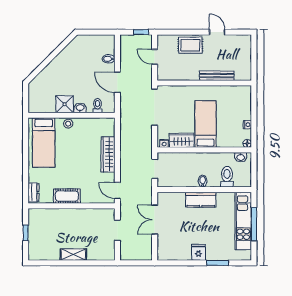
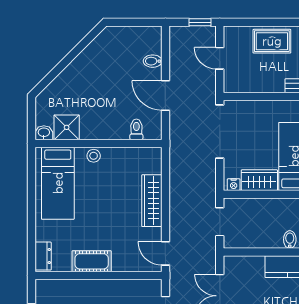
shower: (65, 104) -> (67, 127), moved
washbasin: (80, 108) -> (44, 133), moved

